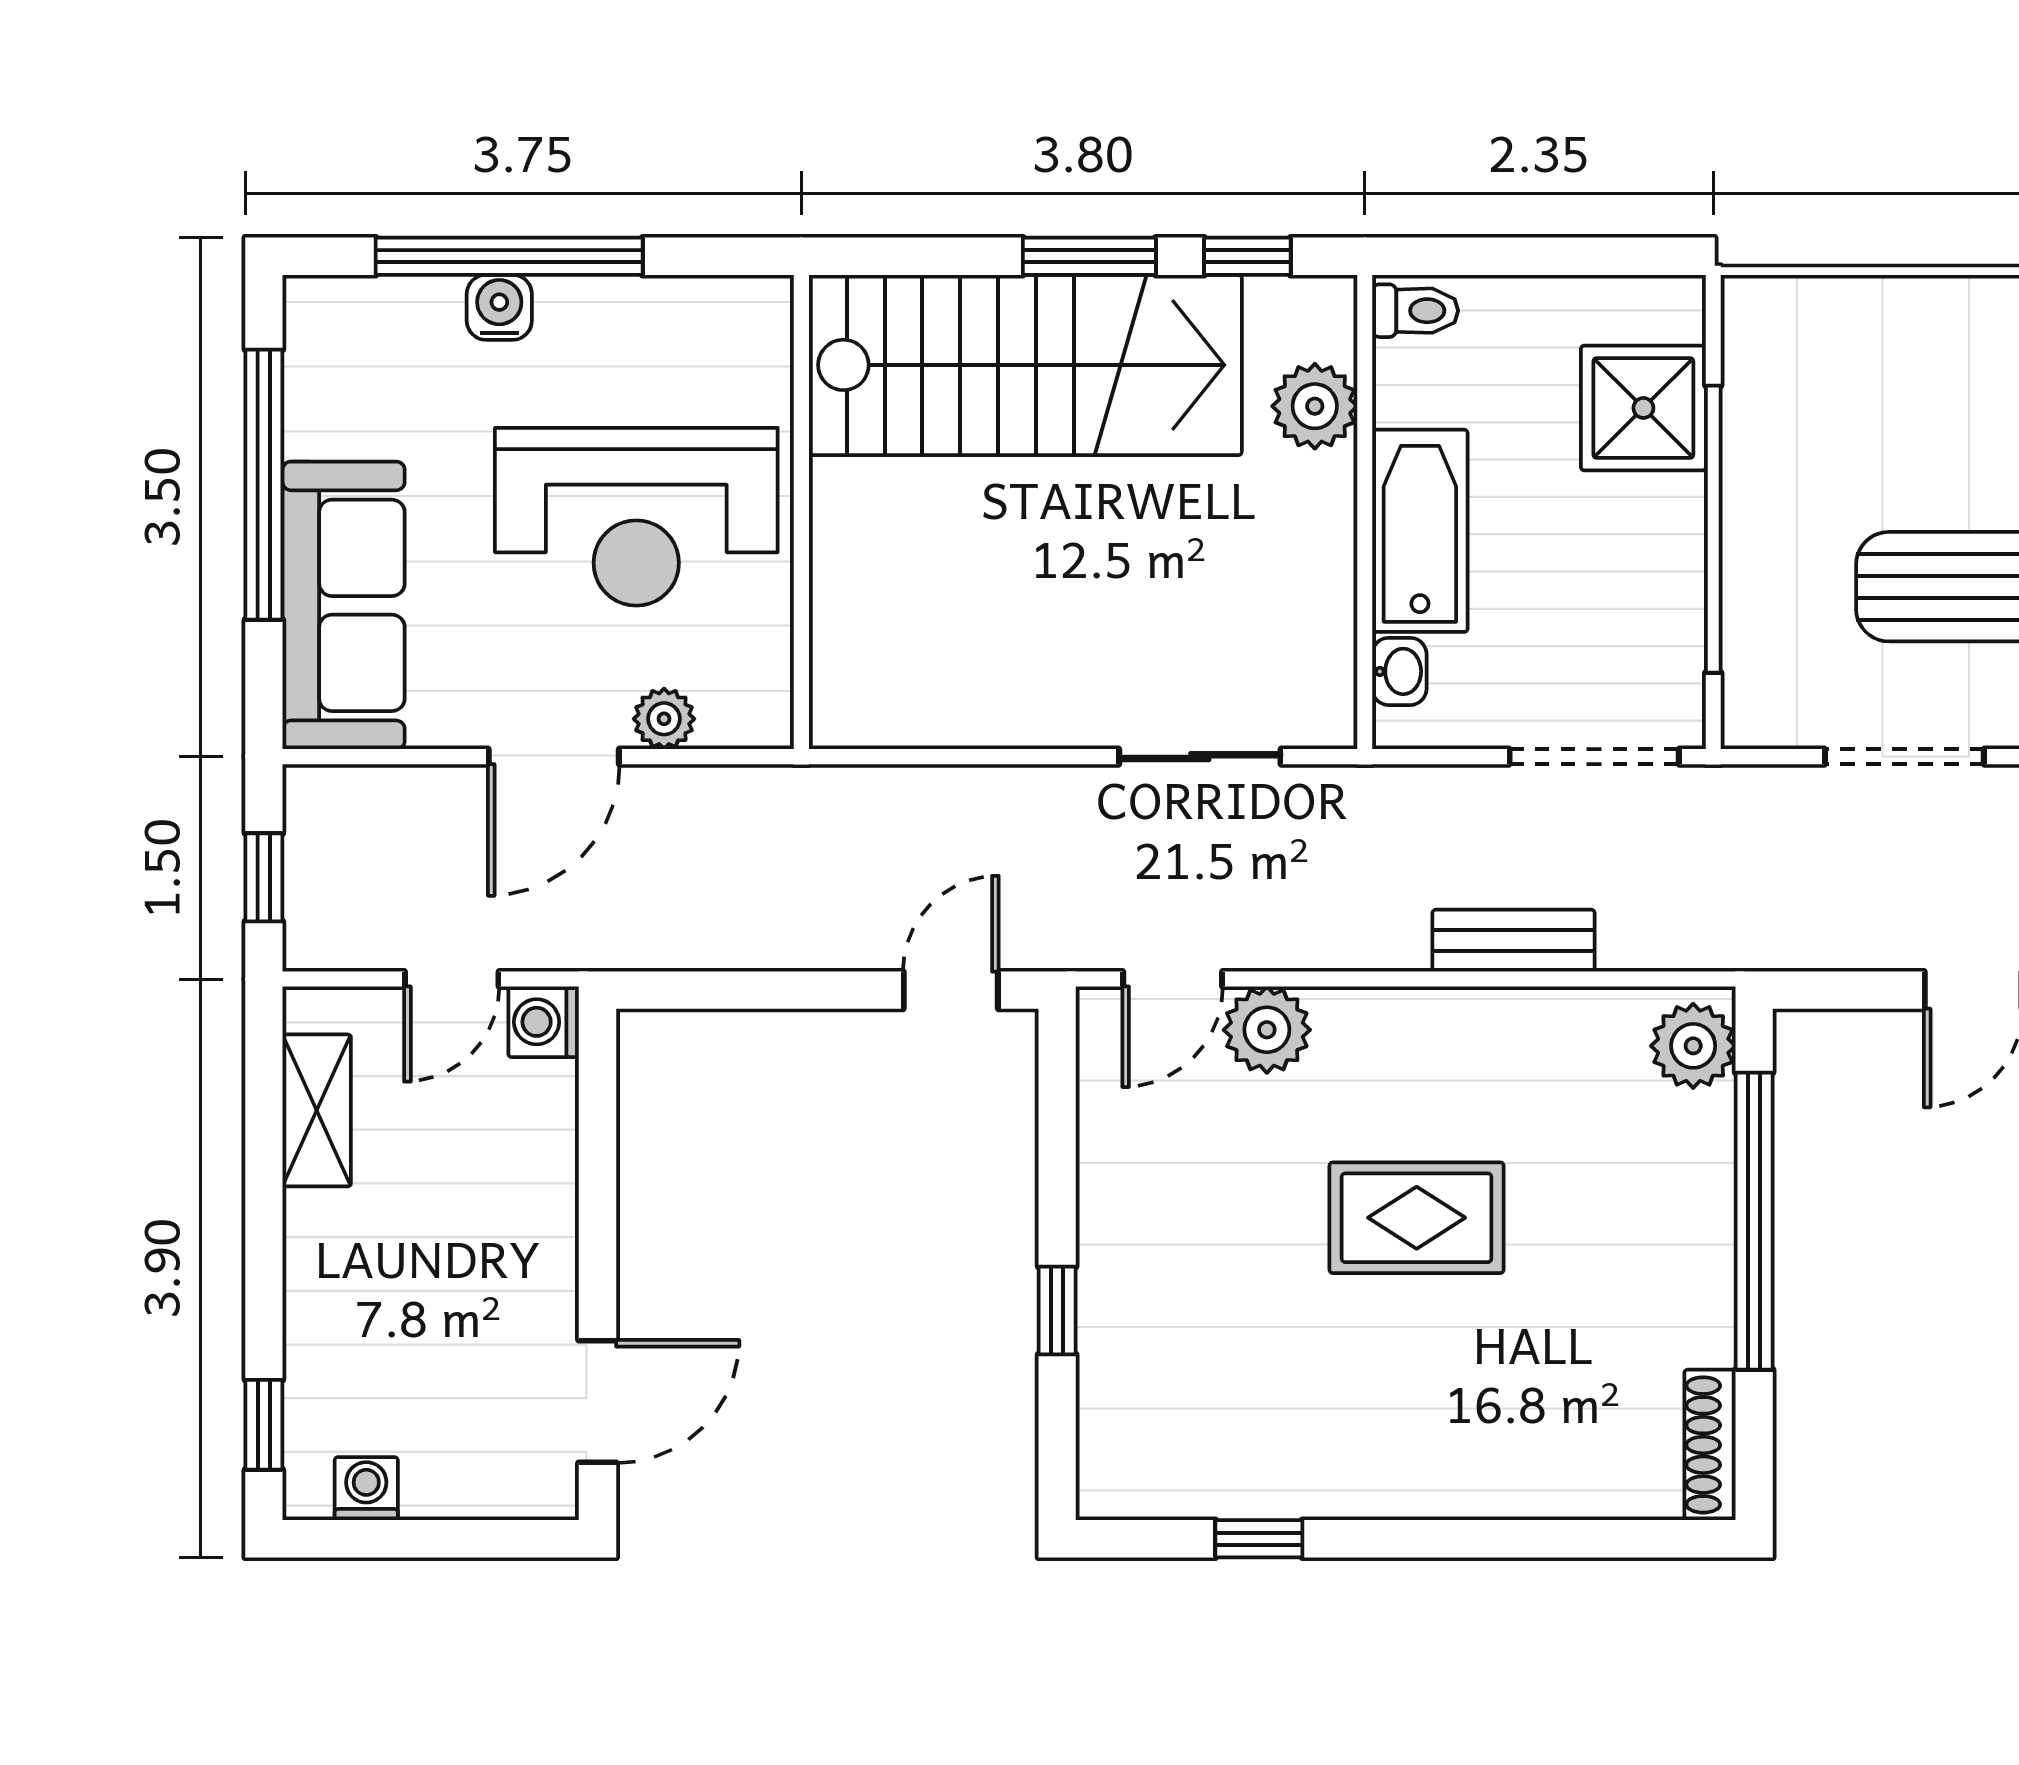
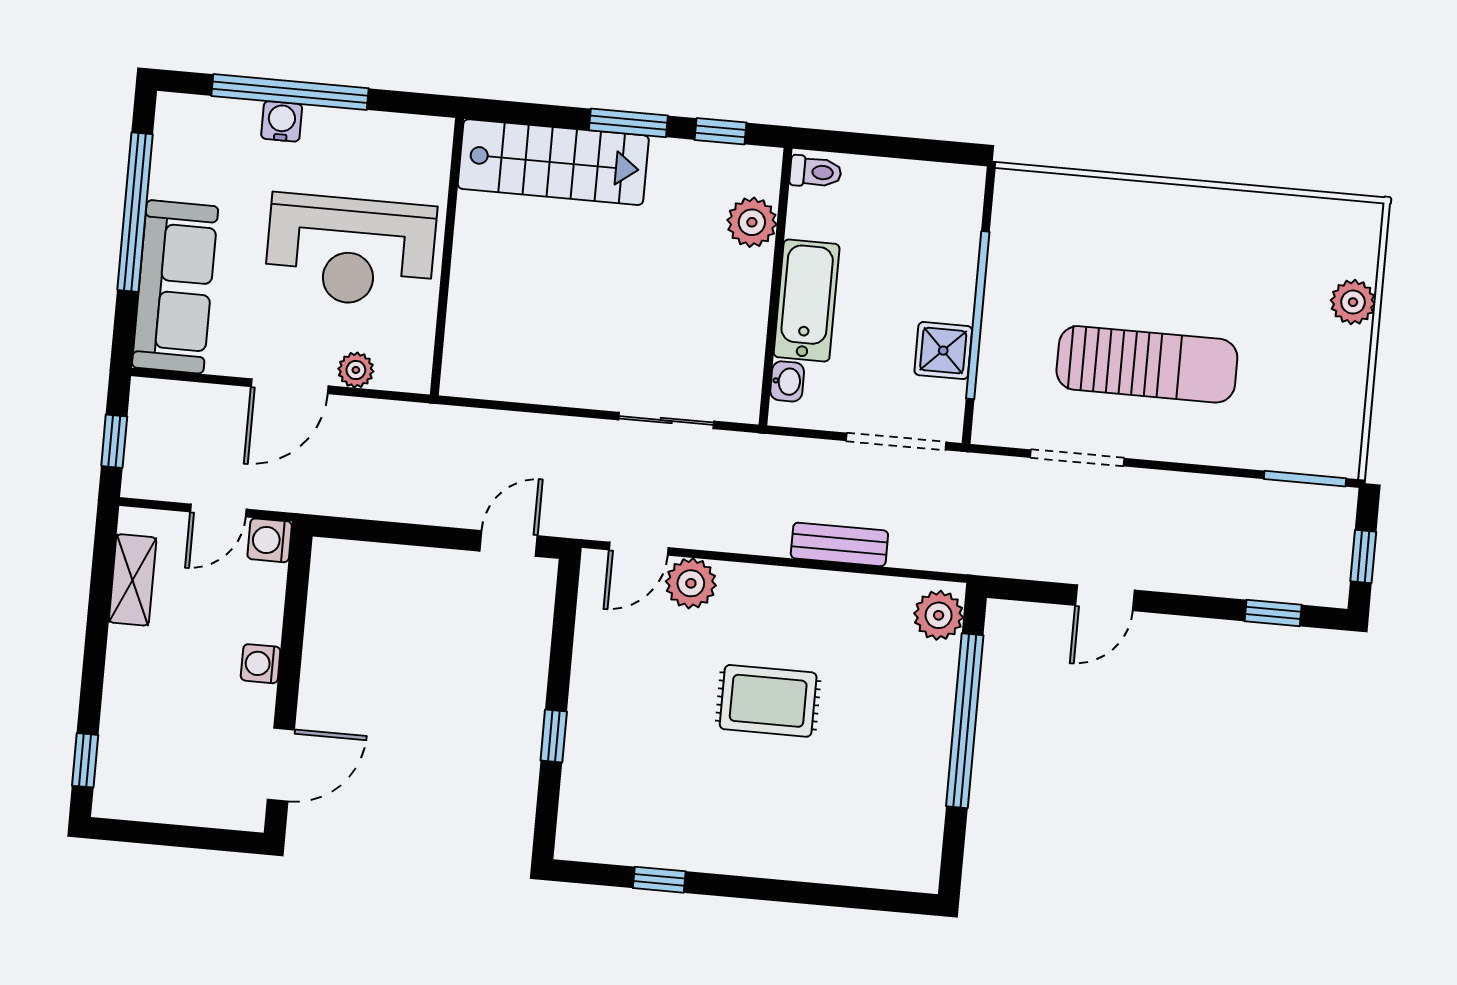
stairs: (1025, 365) -> (553, 162), width x0.73, depth x0.66
shower: (1643, 408) -> (943, 351), moved, width x0.73, depth x0.73
shoe rack: (1710, 1445) -> (927, 849), removed
washing machine: (366, 1489) -> (261, 664), moved, turned -90

